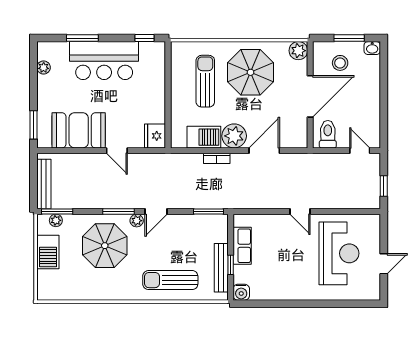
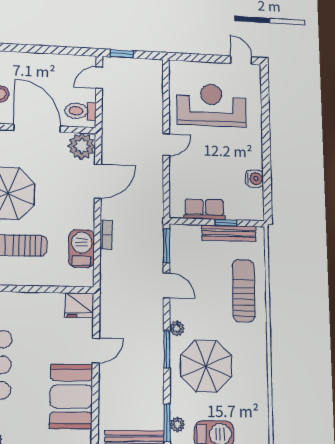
plant: (234, 136) -> (82, 146), moved
door: (264, 151) -> (98, 181), swing flipped
window: (384, 186) -> (122, 54), moved
door: (156, 211) -> (167, 285), moved
door: (384, 264) -> (241, 60), moved
sun lounger: (170, 280) -> (244, 291), turned 180
water cooler: (241, 292) -> (255, 179), moved

